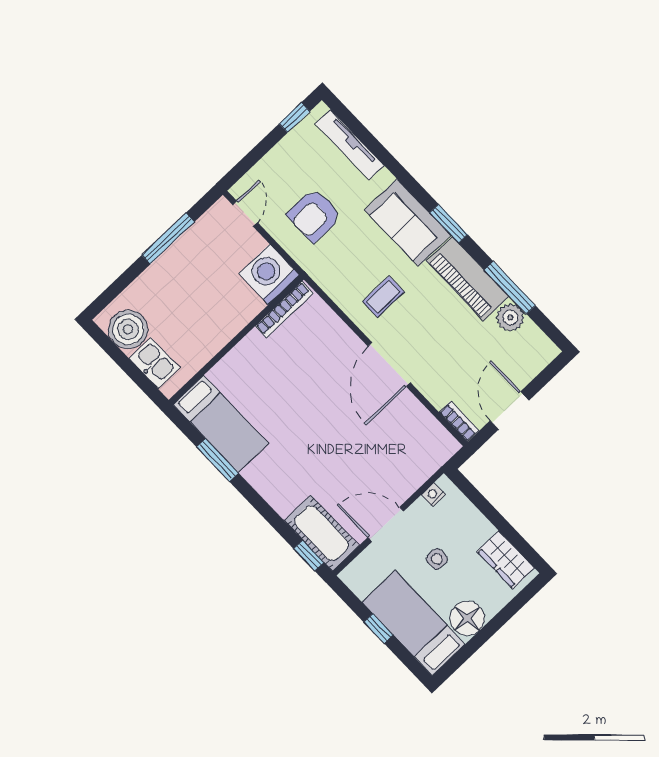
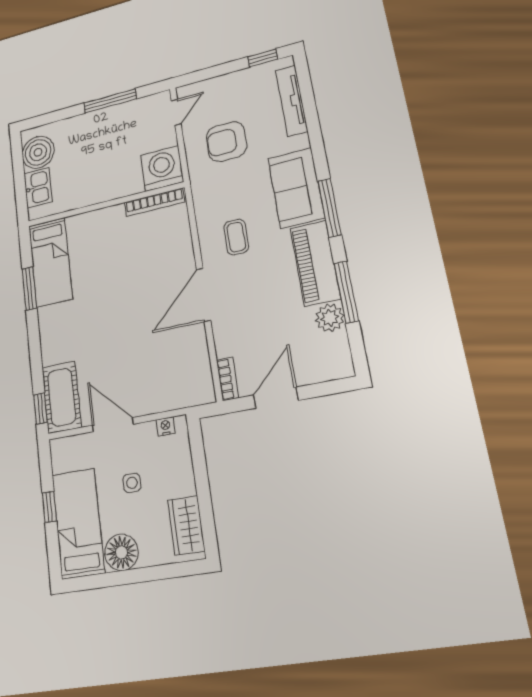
window: (449, 224) -> (329, 208), width x1.44
coffee table: (383, 297) -> (236, 237), turned 90

